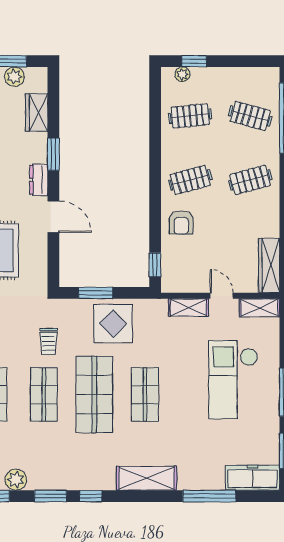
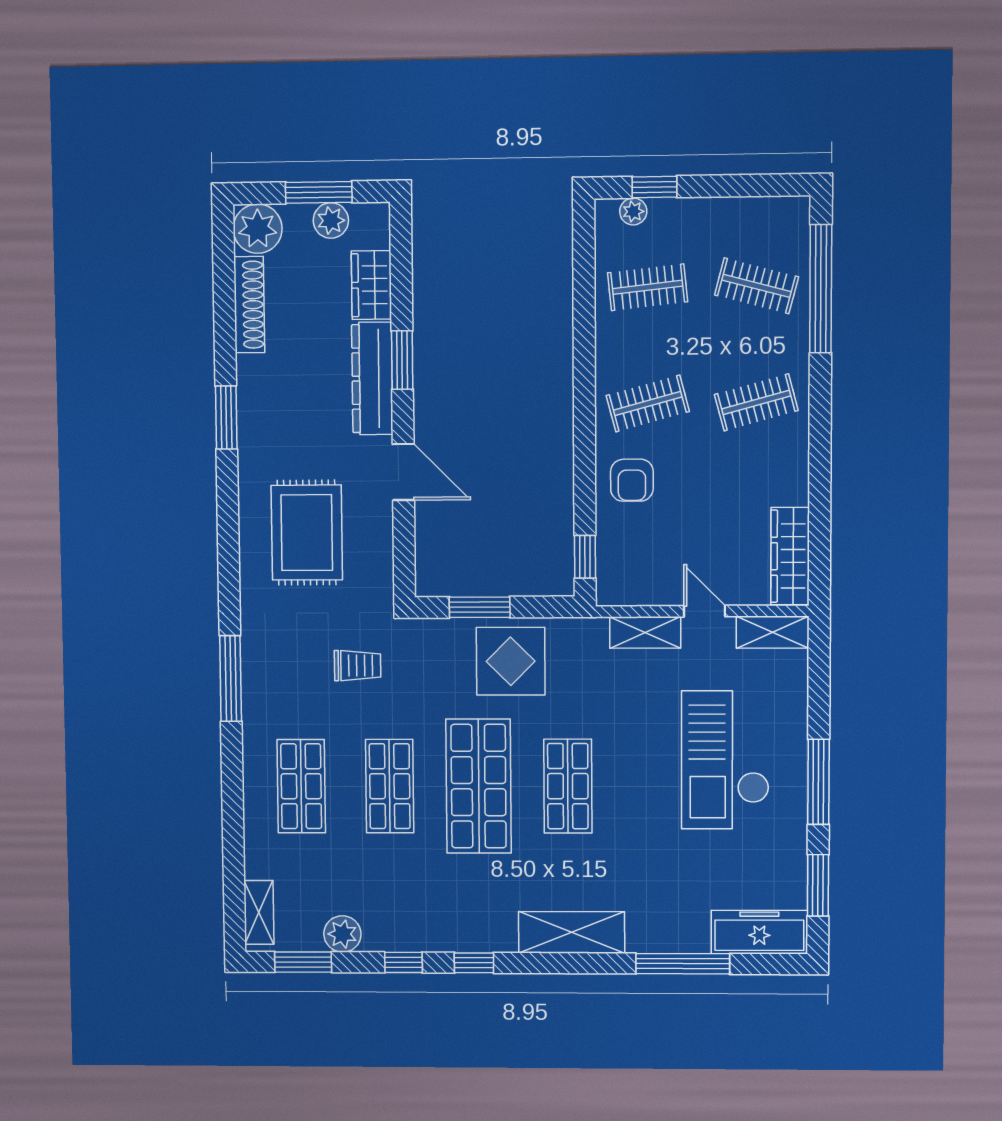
dresser: (39, 180) -> (372, 378), width x1.96, depth x1.24
trolley: (49, 341) -> (357, 666), moved, turned -90
window: (51, 496) -> (403, 962), width x0.67

